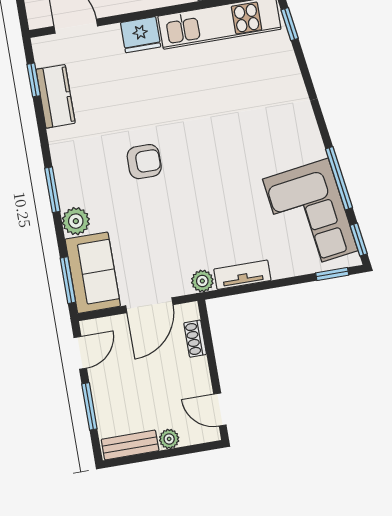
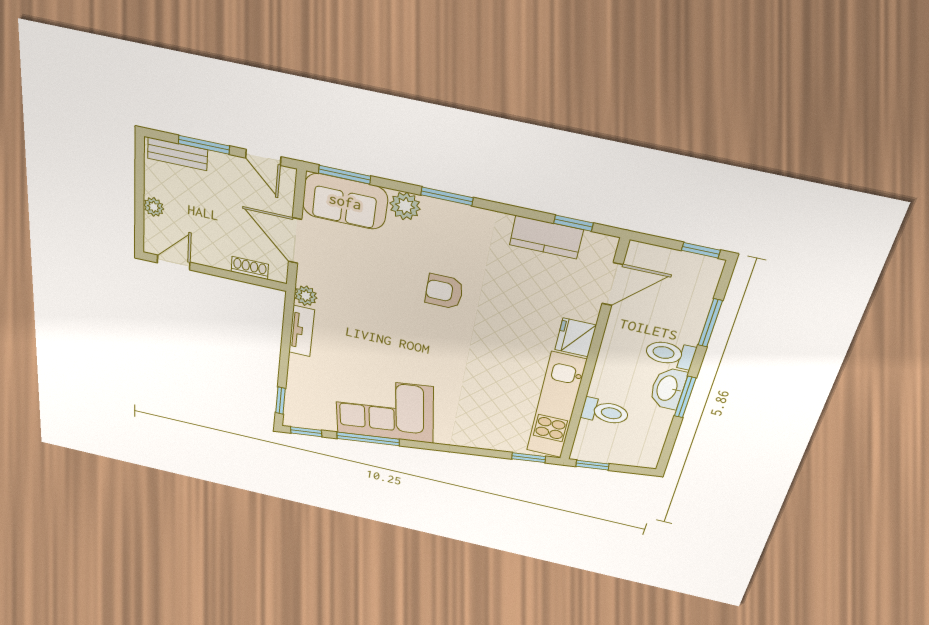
armchair: (144, 162) -> (444, 292), turned 90
corner sofa: (310, 215) -> (385, 410), moved
bench: (130, 445) -> (178, 154), moved, turned 90

